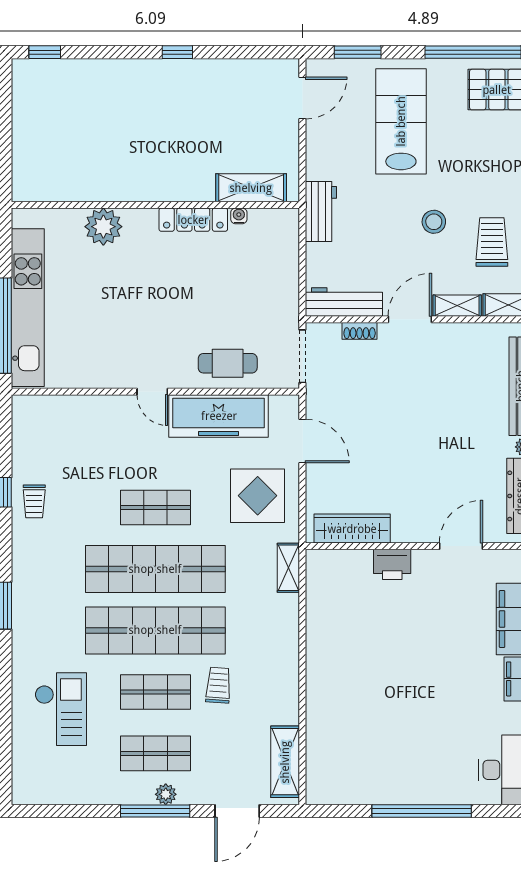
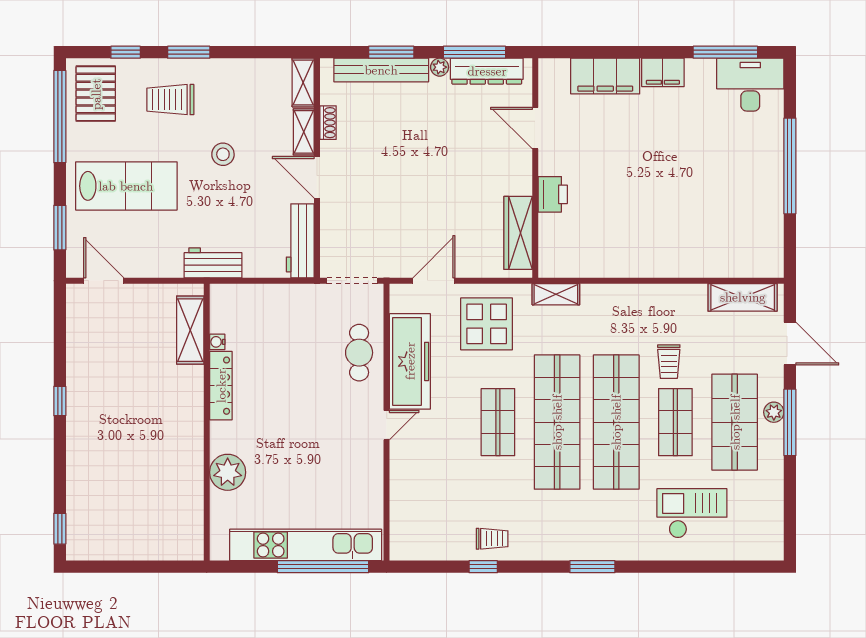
lab bench: (401, 121) -> (126, 186), turned 180
trolley: (492, 242) -> (170, 100), moved
shoe rack: (360, 331) -> (328, 123), moved
trolley: (218, 685) -> (669, 362), turned -94
shop shelf: (155, 753) -> (735, 422), width x1.43, depth x1.36

